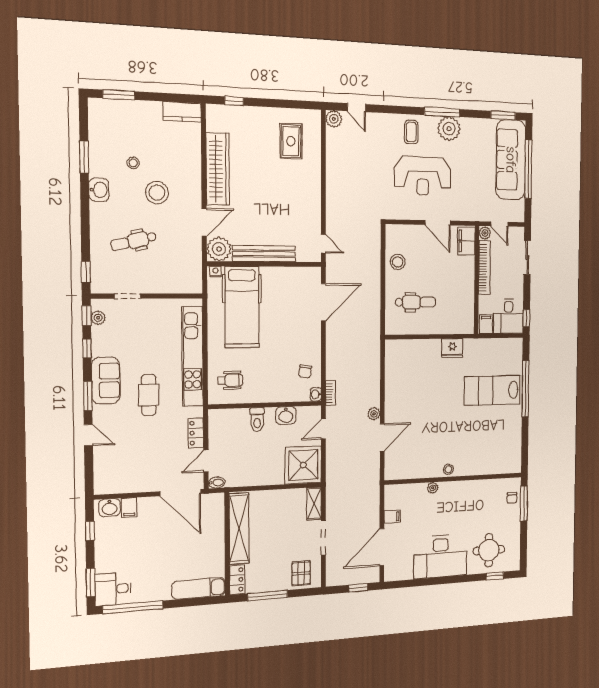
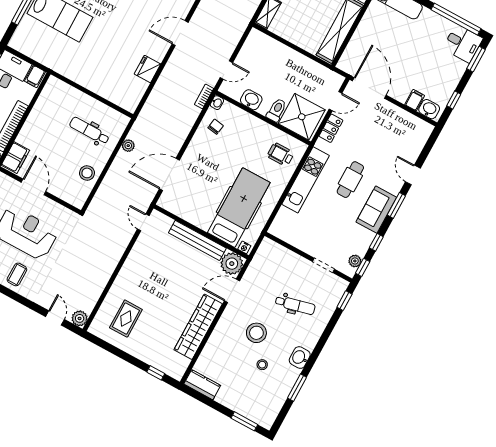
fridge: (452, 348) -> (147, 69), moved, turned -90
kitchen unit: (192, 357) -> (306, 180), width x0.73
plant: (374, 414) -> (128, 146), moved
shower: (303, 465) -> (302, 117), moved
bidet: (217, 483) -> (337, 78), removed

